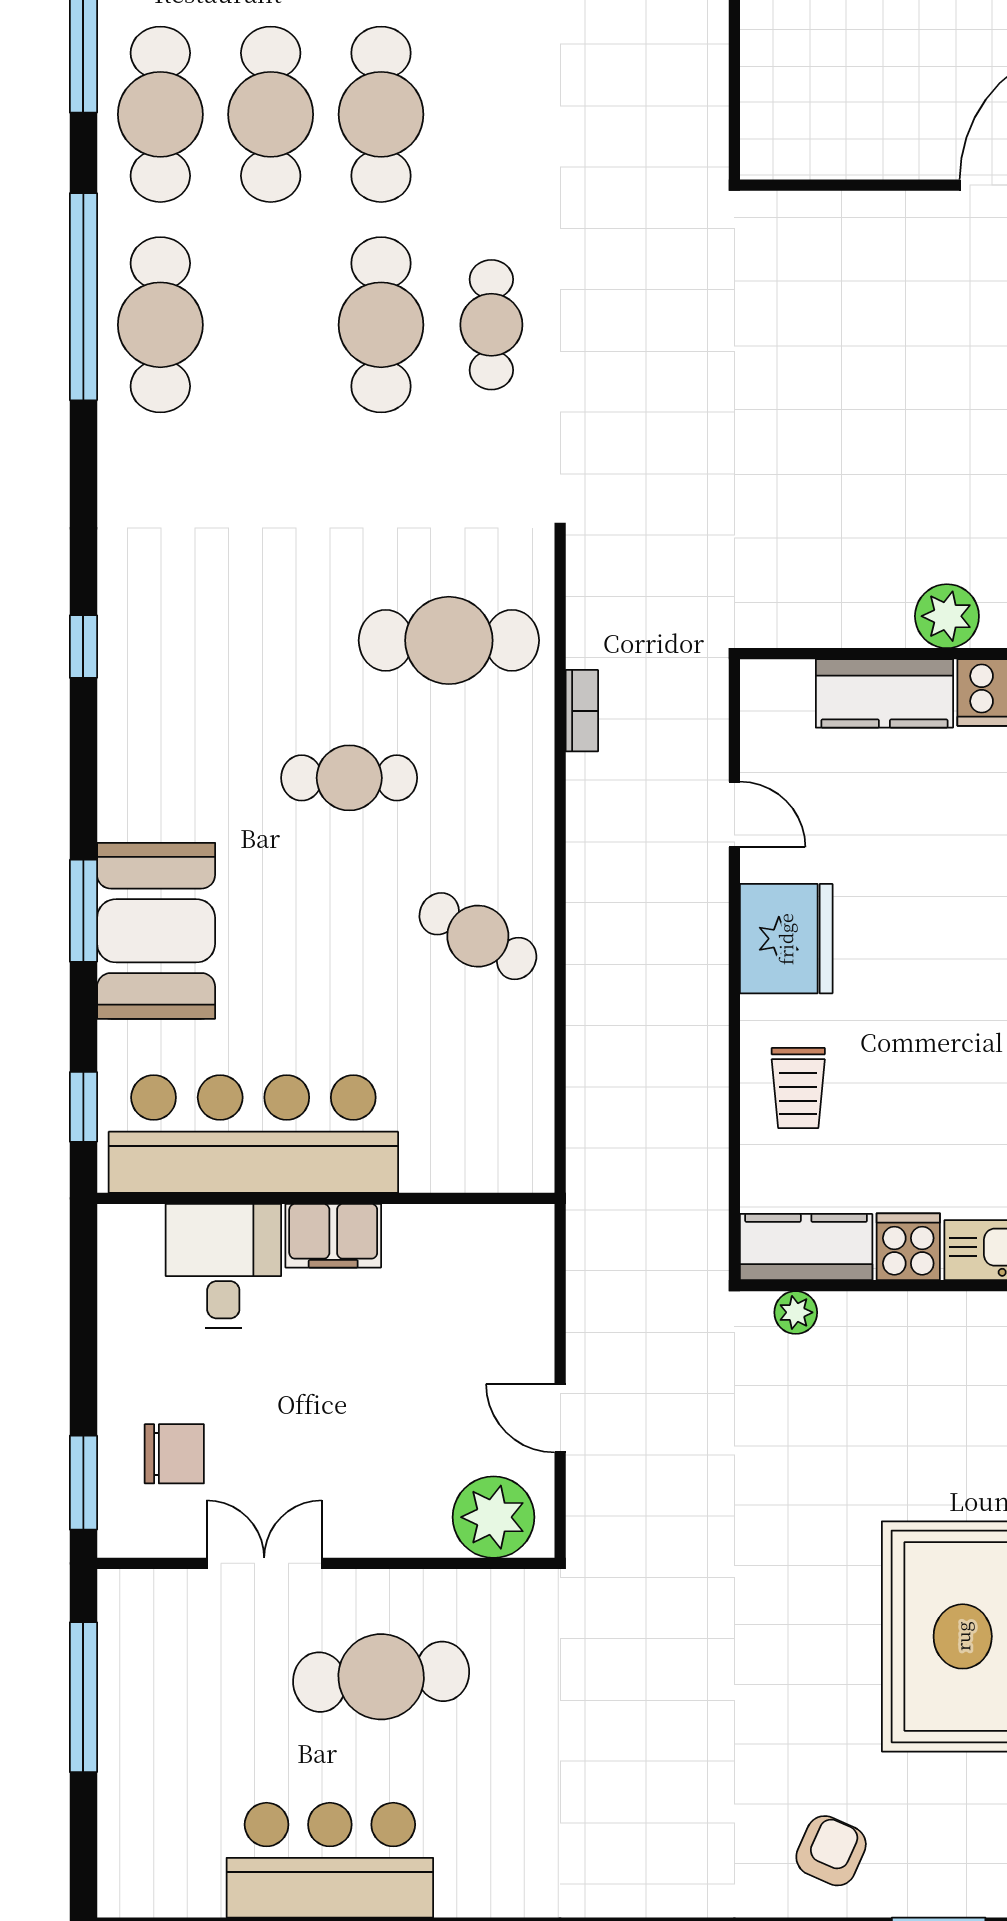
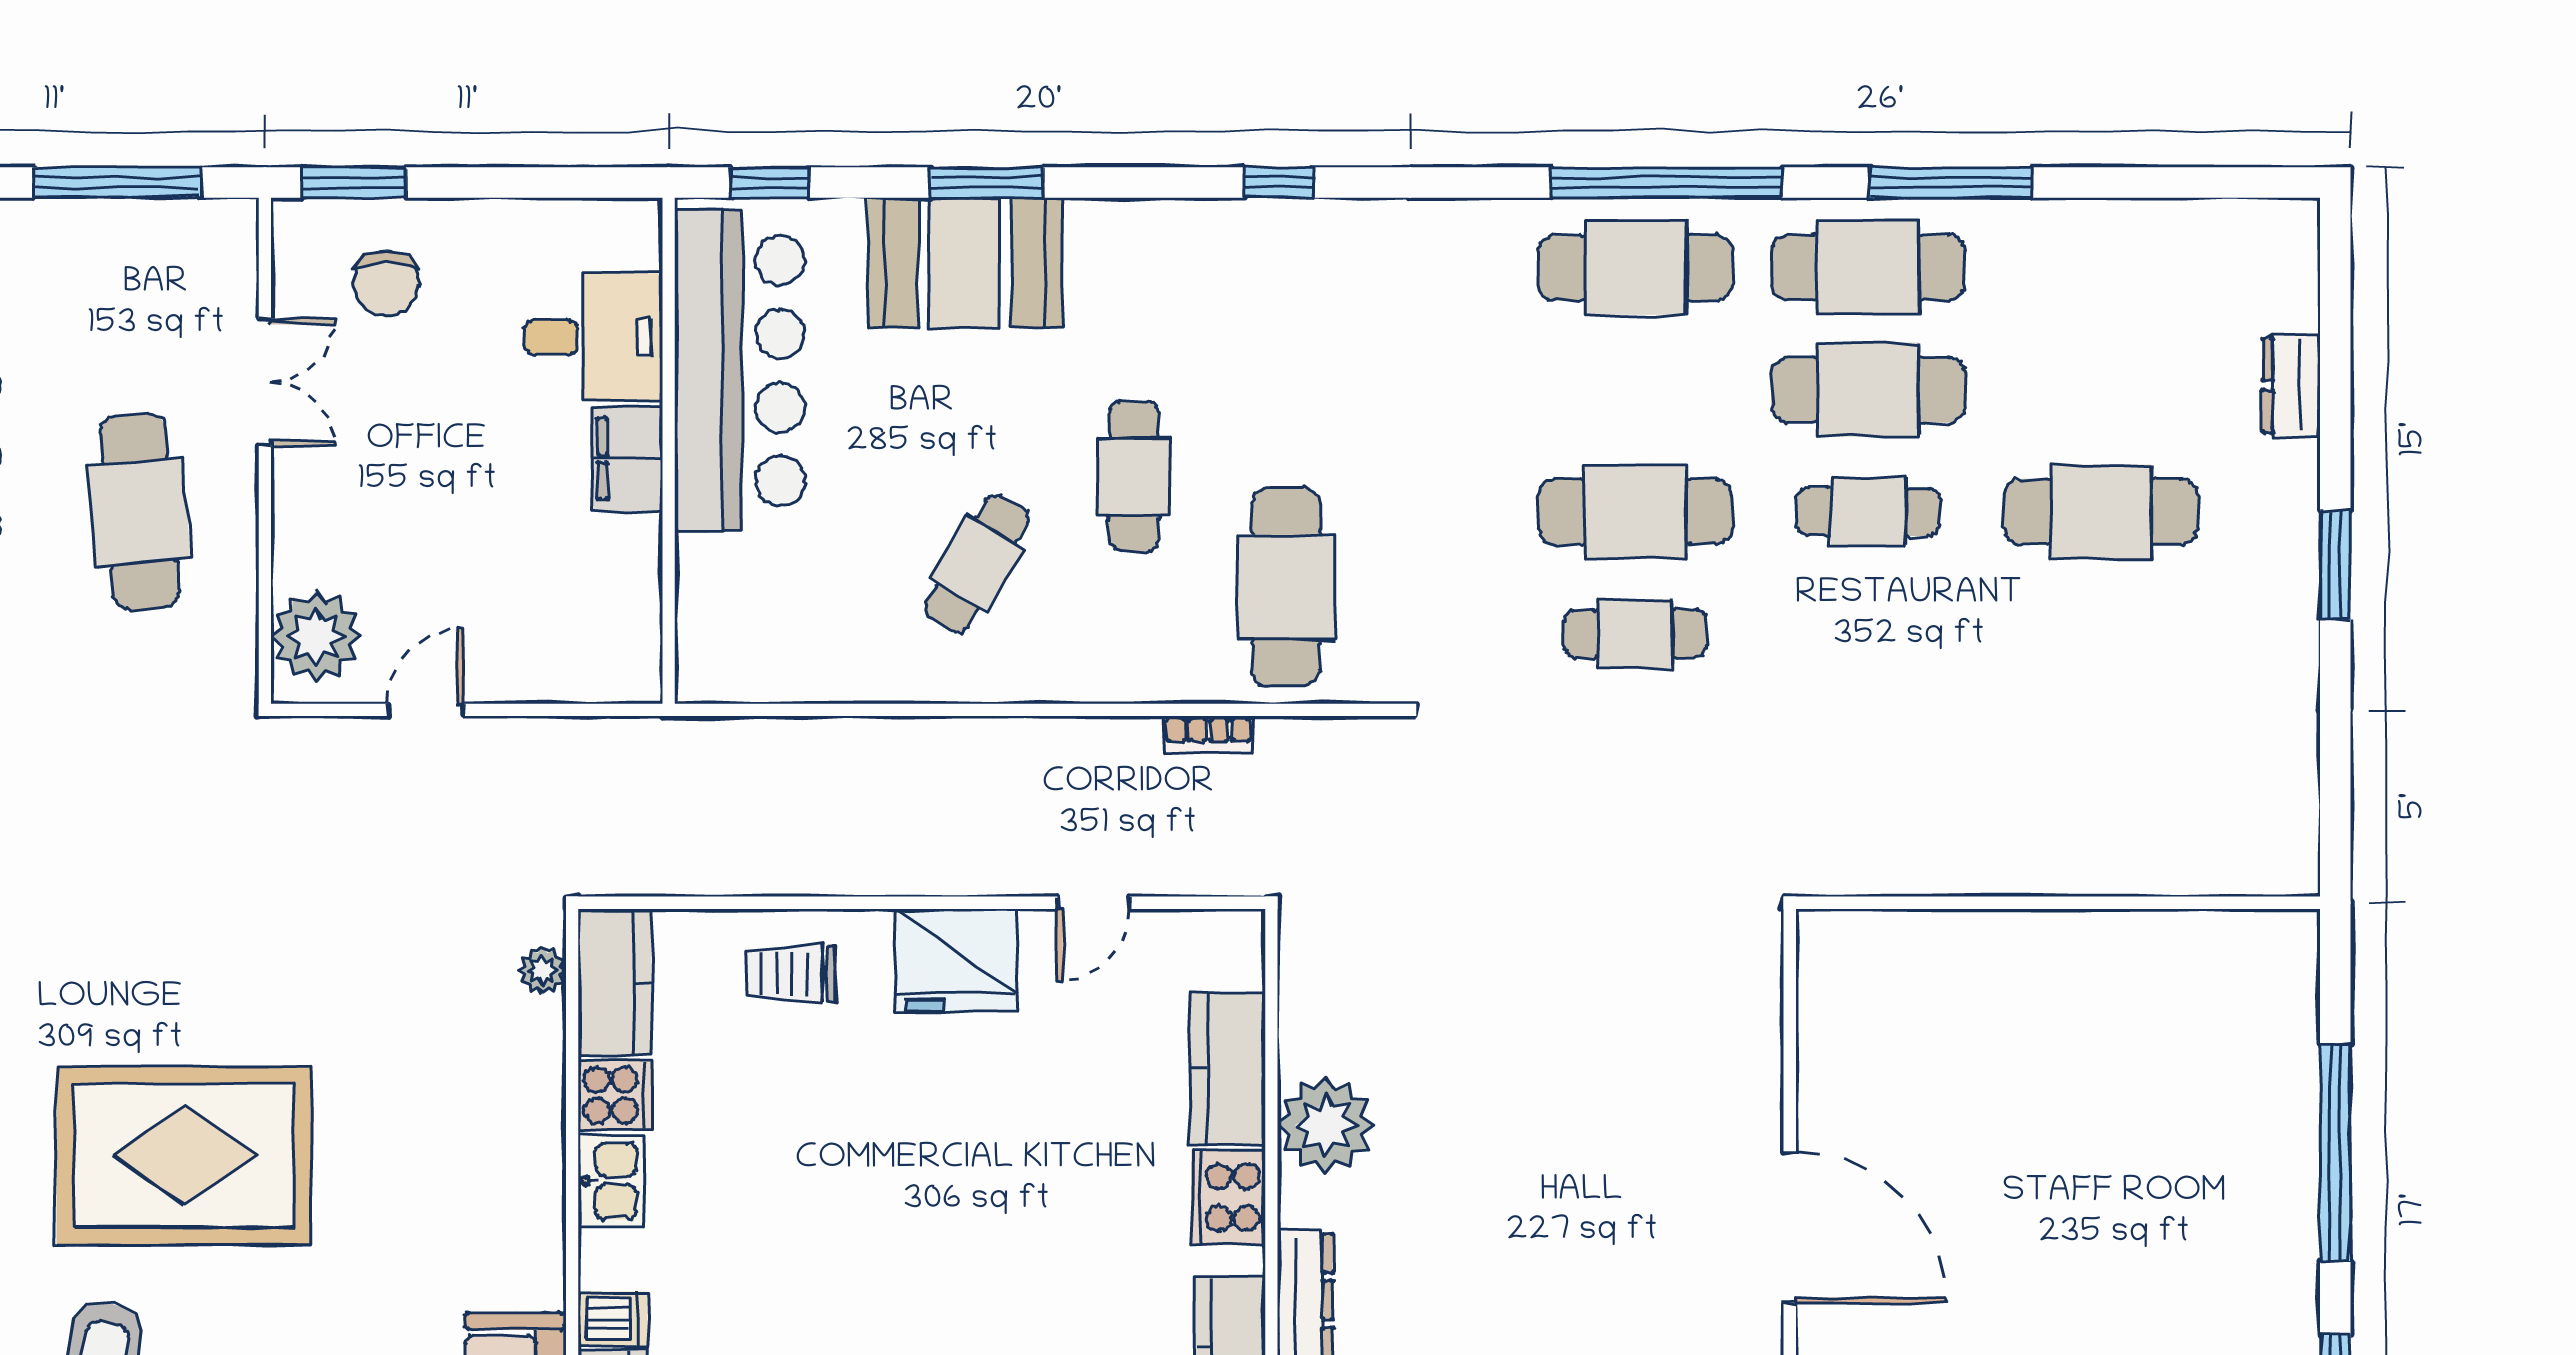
cafe table: (381, 114) -> (1868, 512), width x0.73, depth x0.74
plant: (947, 616) -> (1326, 1125), width x1.36, depth x1.36
cafe table: (478, 936) -> (977, 563), moved

